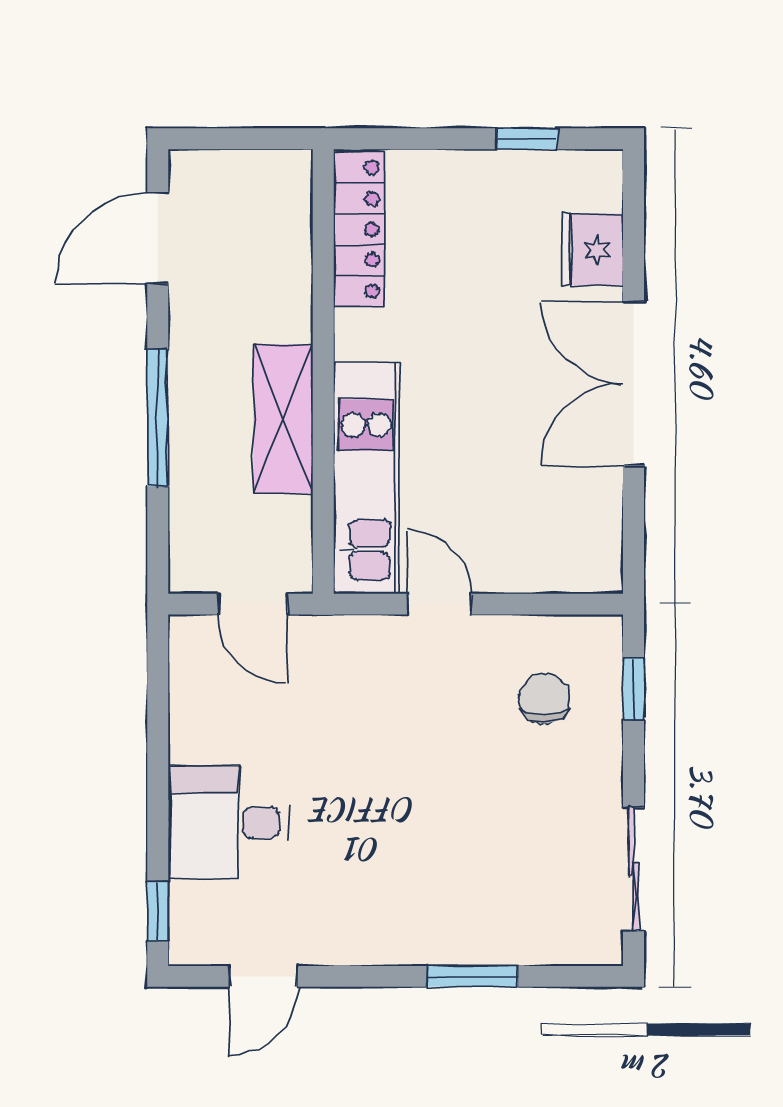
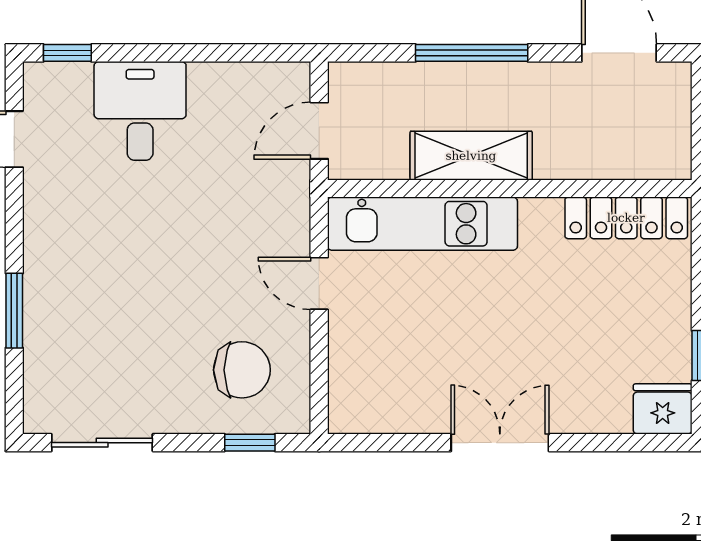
fridge: (592, 249) -> (663, 409), moved
double door: (633, 384) -> (500, 443), width x0.73
door: (439, 604) -> (319, 283), swing flipped
chair: (545, 698) -> (242, 370), width x1.37, depth x1.37

